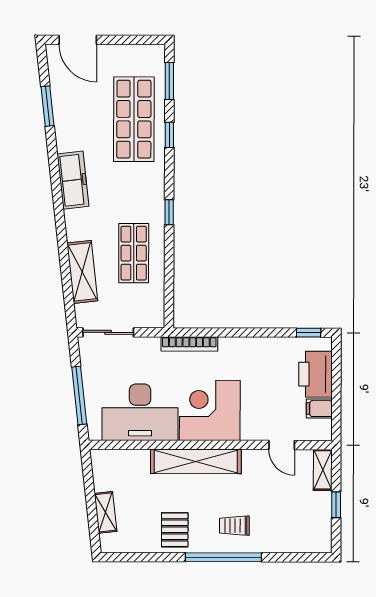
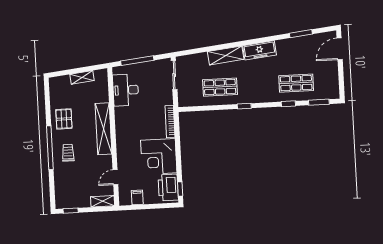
shop shelf: (134, 119) -> (296, 83), width x0.70, depth x0.74
shelving: (82, 272) -> (226, 55), moved
printer: (316, 374) -> (168, 187), moved, turned -90
corner desk: (210, 410) -> (159, 157), moved, turned 180
desk: (140, 412) -> (126, 90), width x0.73, depth x0.77
window: (336, 505) -> (71, 211), moved
shelving: (106, 512) -> (82, 77), moved
pallet: (175, 530) -> (64, 119), turned 90

